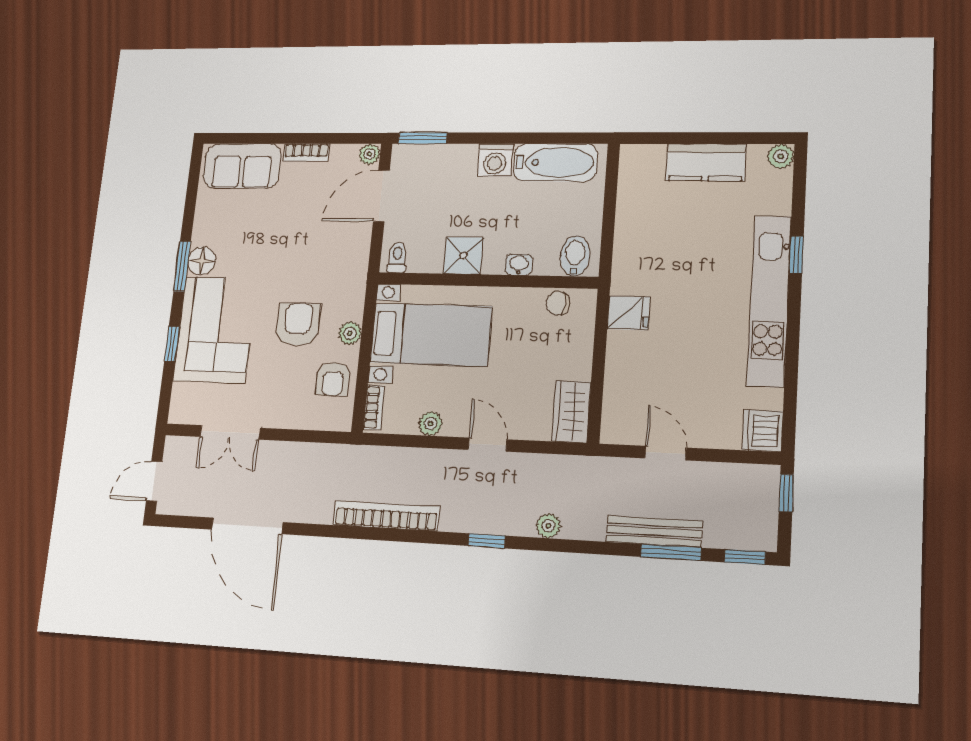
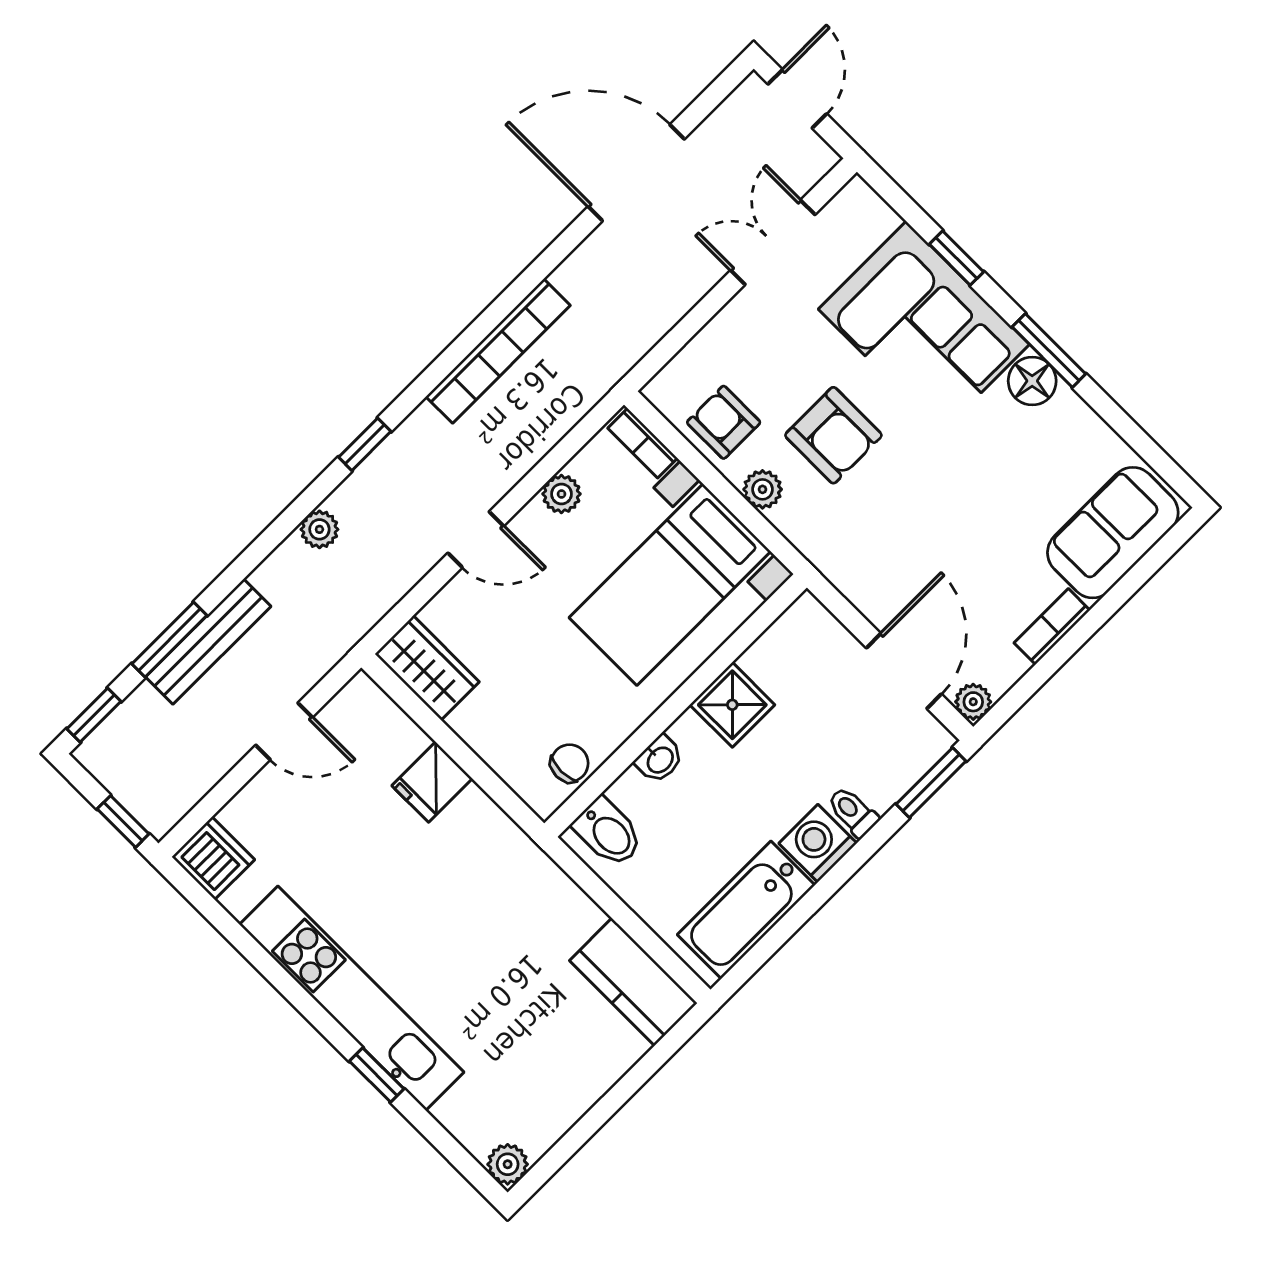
kitchen counter: (706, 162) -> (633, 982), moved, turned -90
toilet: (397, 257) -> (853, 812), moved, turned 180
fridge: (629, 313) -> (432, 782), moved

